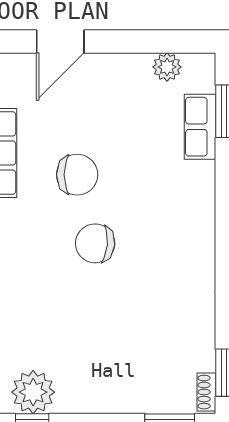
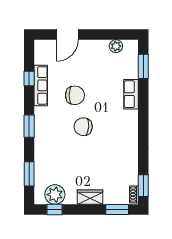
row of seats: (200, 127) -> (131, 94), moved
wardrobe: (110, 398) -> (90, 197), added

